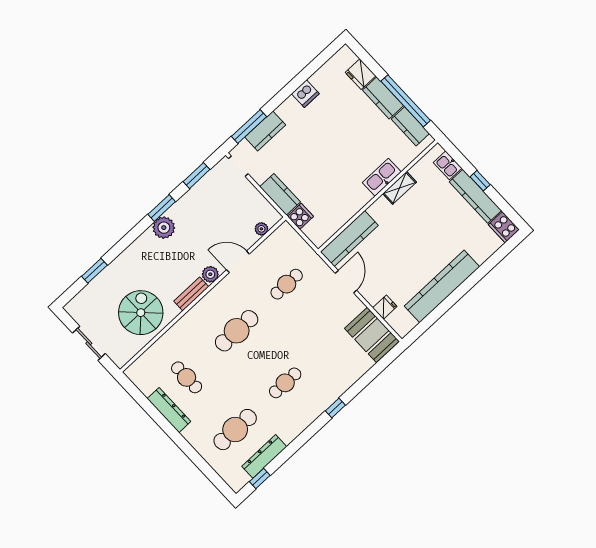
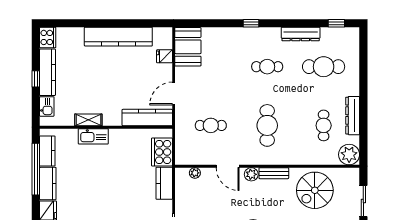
cooker: (300, 216) -> (162, 152), width x1.87, depth x1.31
cafe table: (237, 331) -> (267, 125), turned 90
plant: (140, 373) -> (349, 155), added
dresser: (264, 456) -> (301, 34), moved

